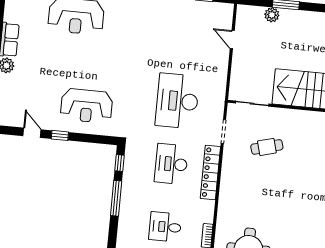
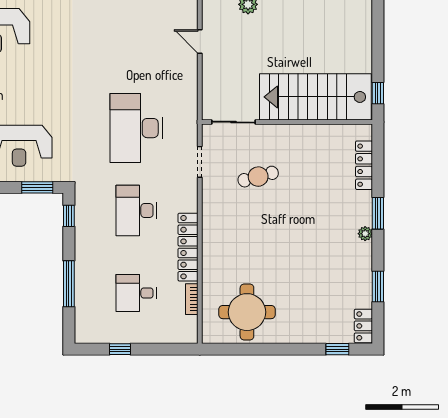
window: (97, 139) -> (37, 187), added
locker: (210, 173) -> (188, 247), moved
window: (116, 198) -> (69, 284), moved

